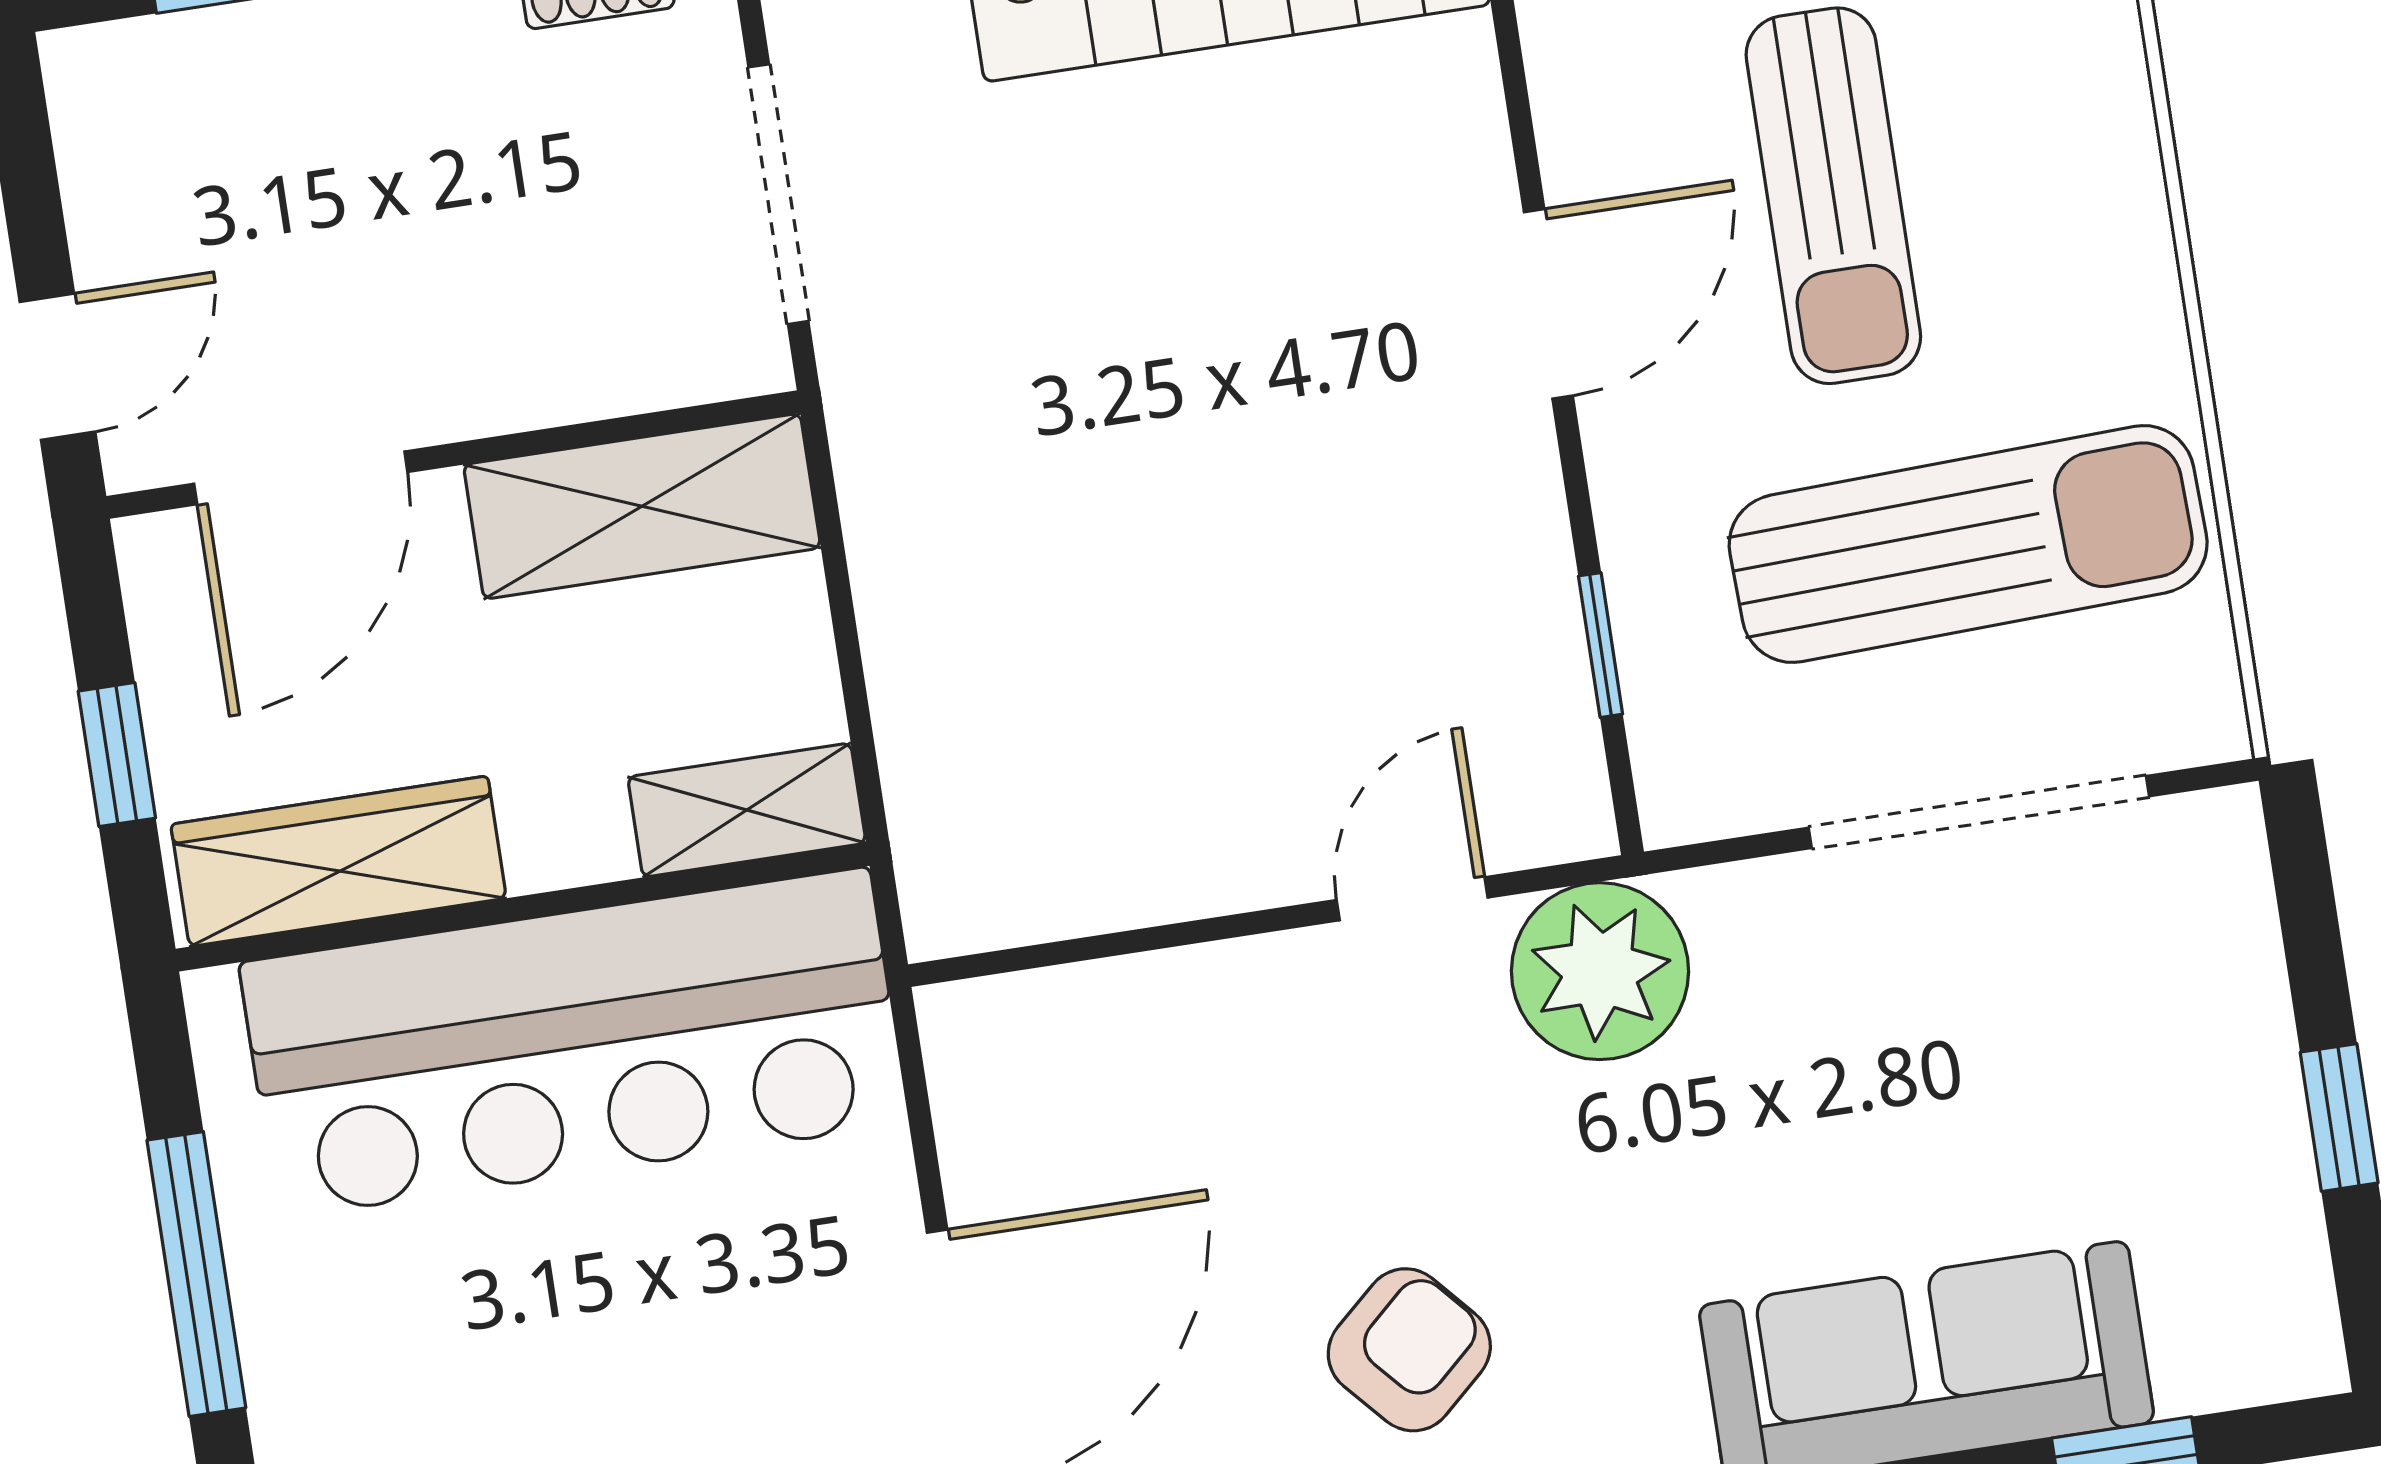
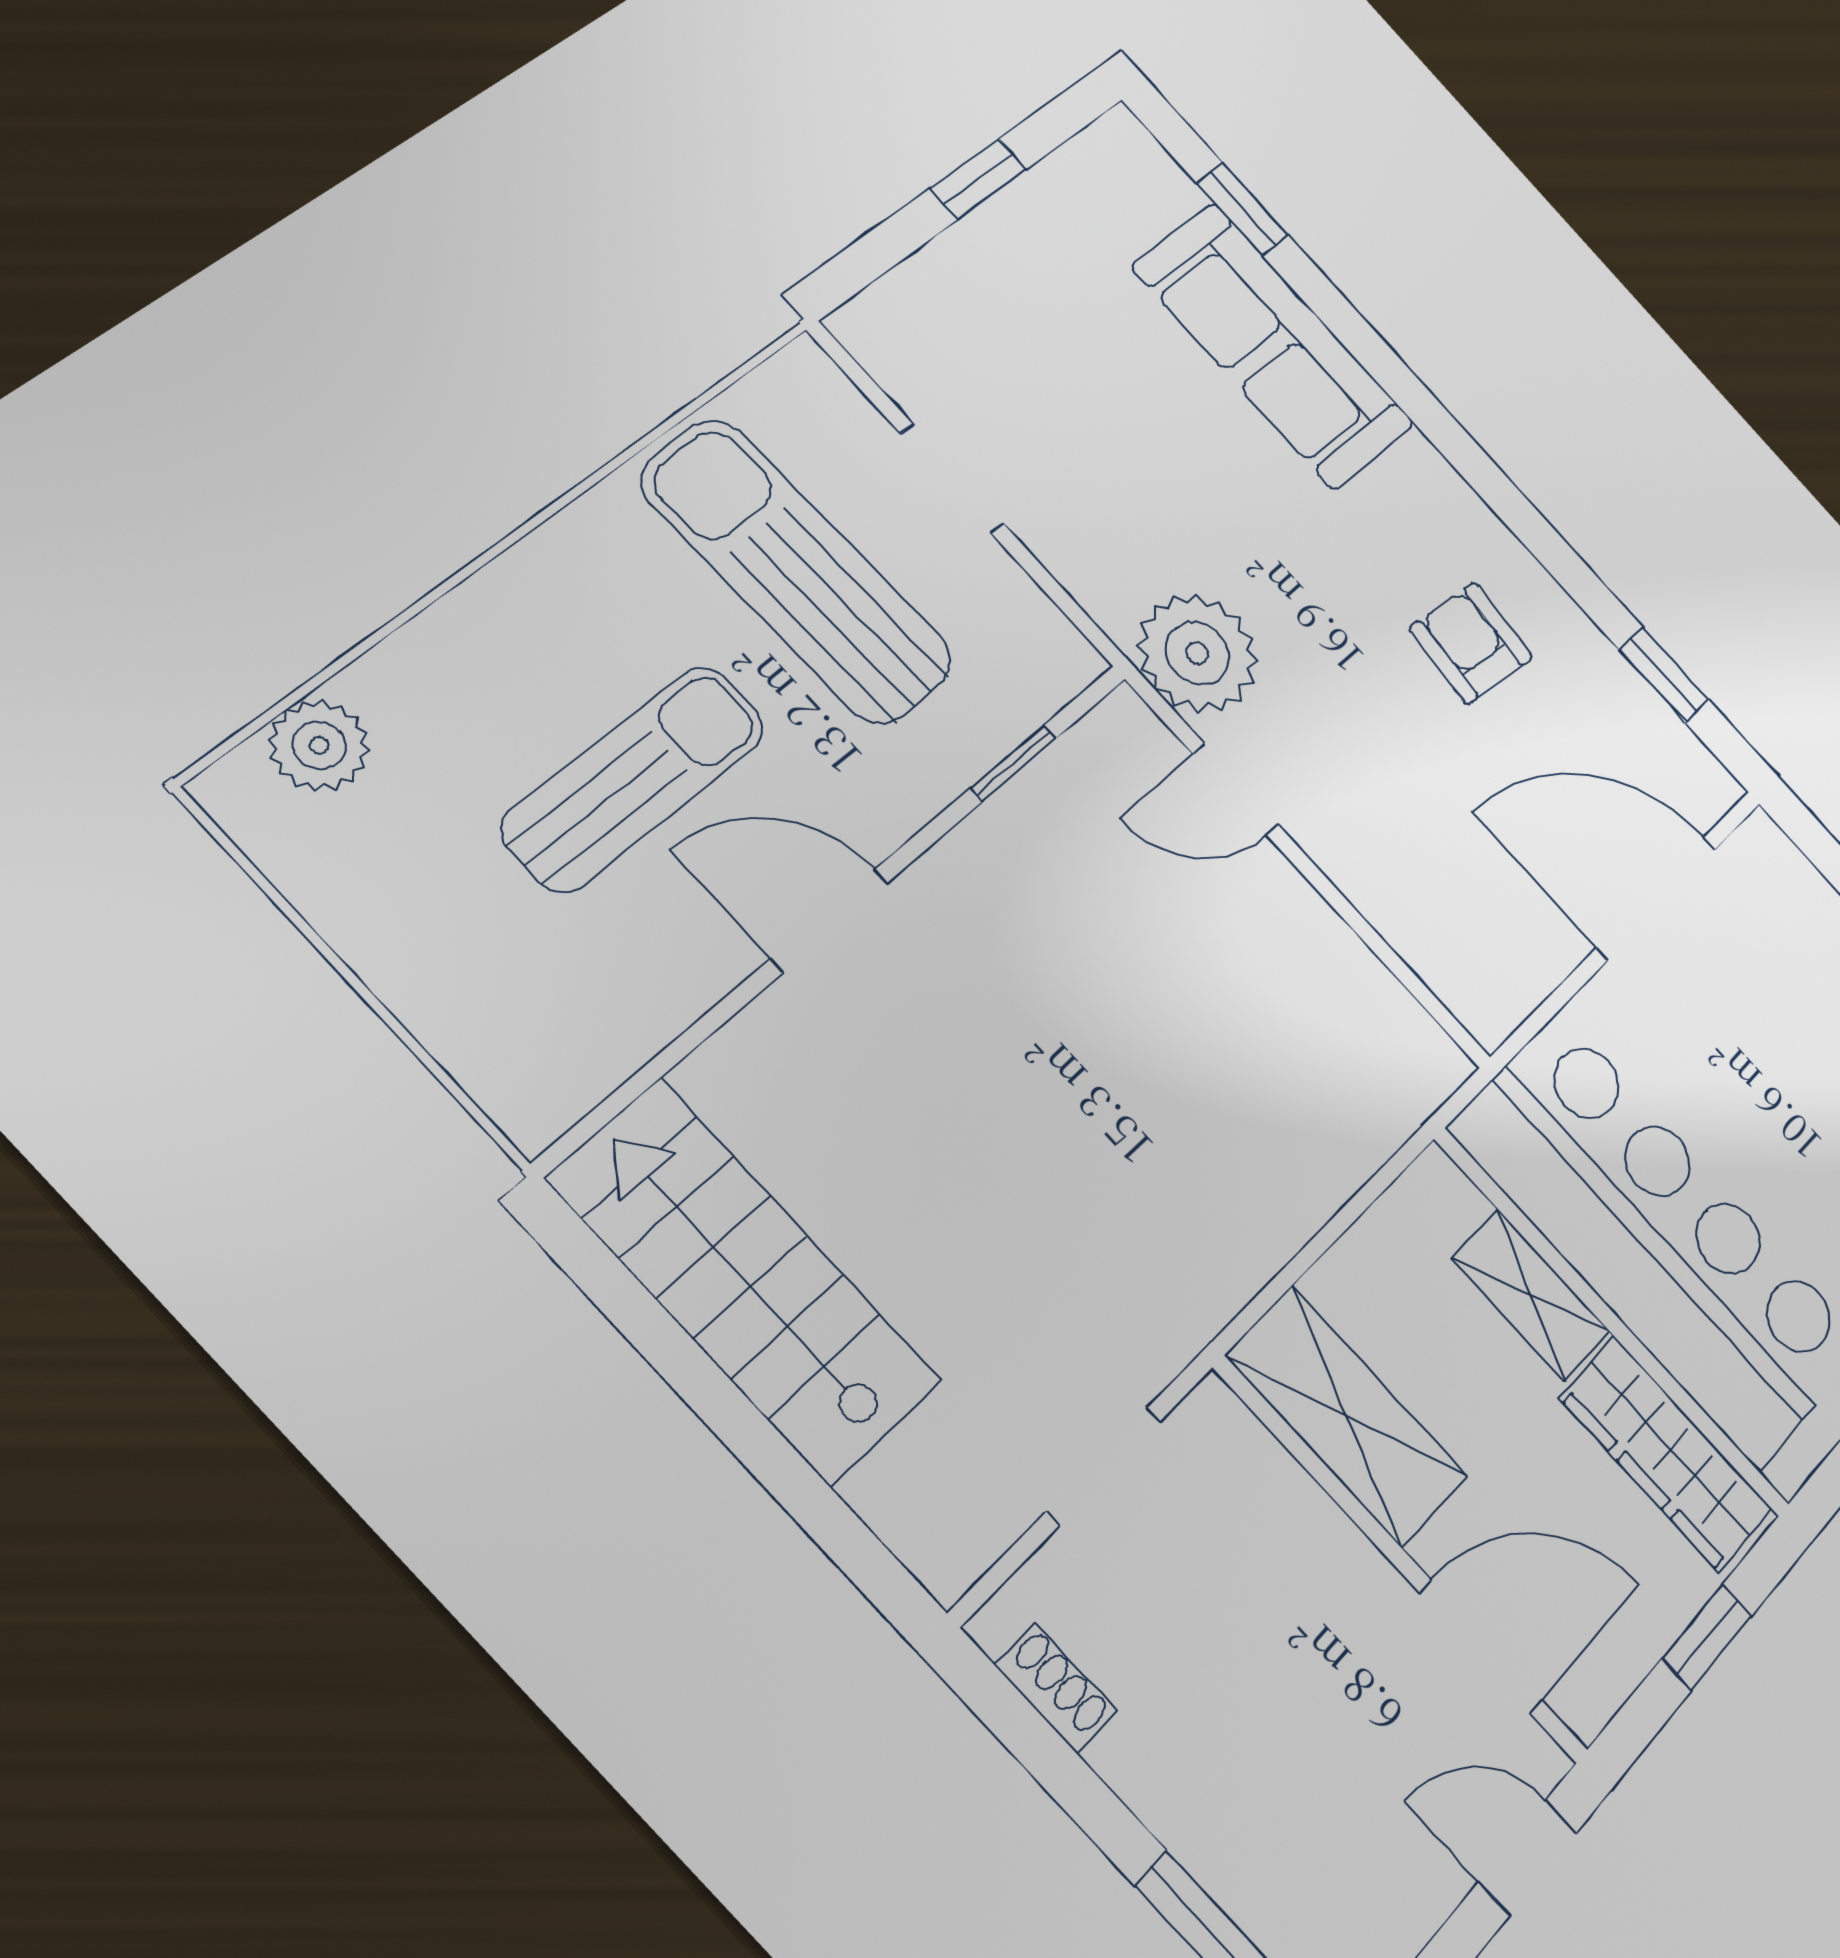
doorway: (778, 194) -> (1104, 1466), width x0.73
shelving: (747, 810) -> (1531, 1295), moved
doorway: (1979, 812) -> (952, 479), width x0.53
armchair: (1409, 1350) -> (1471, 643), turned 48

